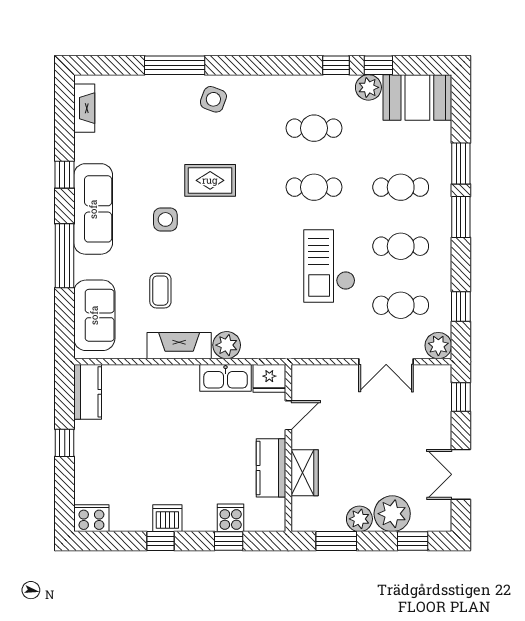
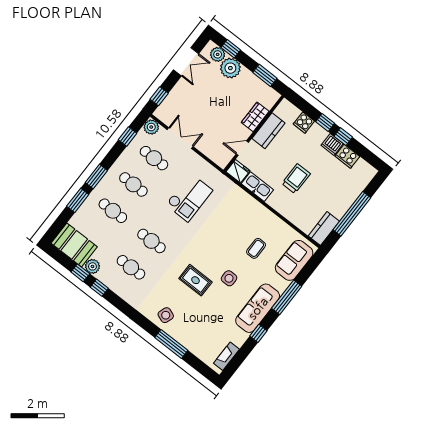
checkout: (329, 266) -> (189, 197), moved
plant: (227, 345) -> (245, 201), removed
fireplace: (179, 346) -> (267, 217), removed
trolley: (181, 431) -> (296, 179), added
window: (65, 443) -> (352, 214), width x3.17
cooker: (91, 518) -> (347, 156), moved
plant: (359, 519) -> (218, 54), moved
window: (229, 541) -> (325, 122), moved

